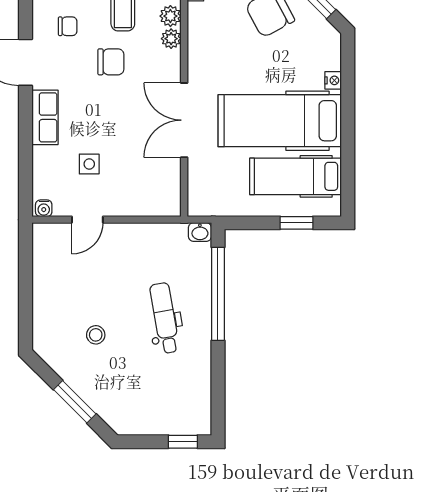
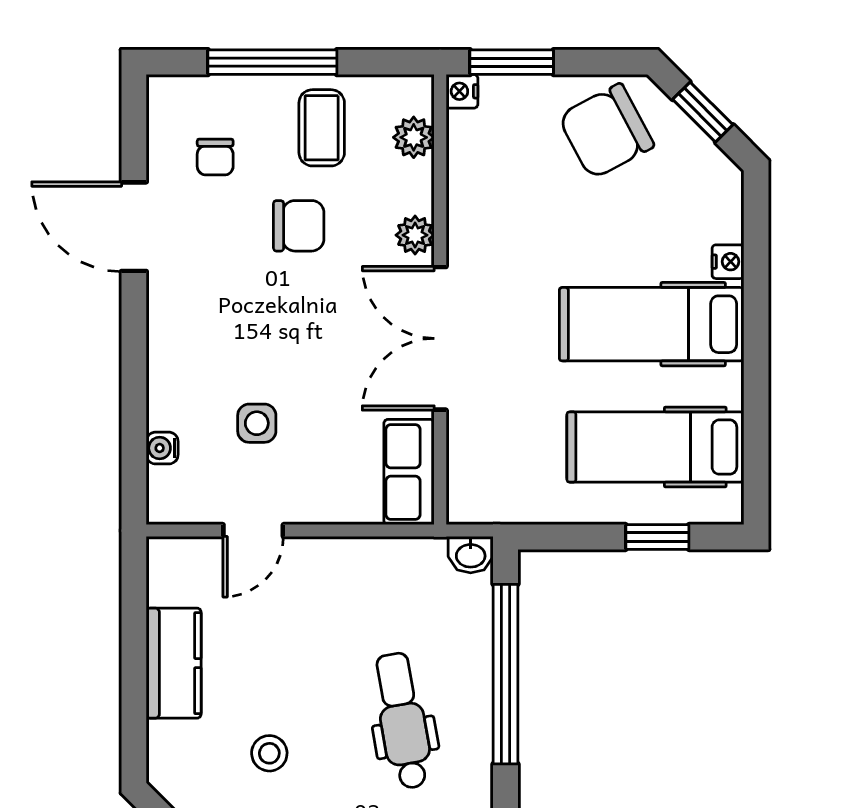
chair: (68, 26) -> (215, 157), turned 90
plant: (171, 39) -> (415, 235), moved
row of seats: (45, 117) -> (409, 472), moved, turned 180
hospital bed: (280, 121) -> (652, 324), width x0.73, depth x0.78
water cooler: (44, 208) -> (162, 448), moved, turned 90
kitchen counter: (46, 288) -> (174, 663), added

